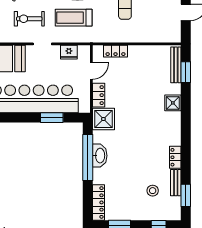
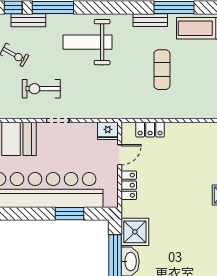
treadmill: (74, 18) -> (97, 87), removed
fridge: (69, 52) -> (108, 131), moved
shower: (103, 119) -> (135, 232), moved

